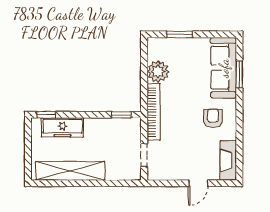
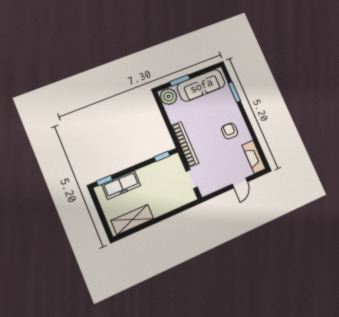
sofa: (224, 68) -> (201, 85), moved, turned -90
plant: (158, 71) -> (168, 96), moved
shelving: (70, 171) -> (132, 220), width x0.68

